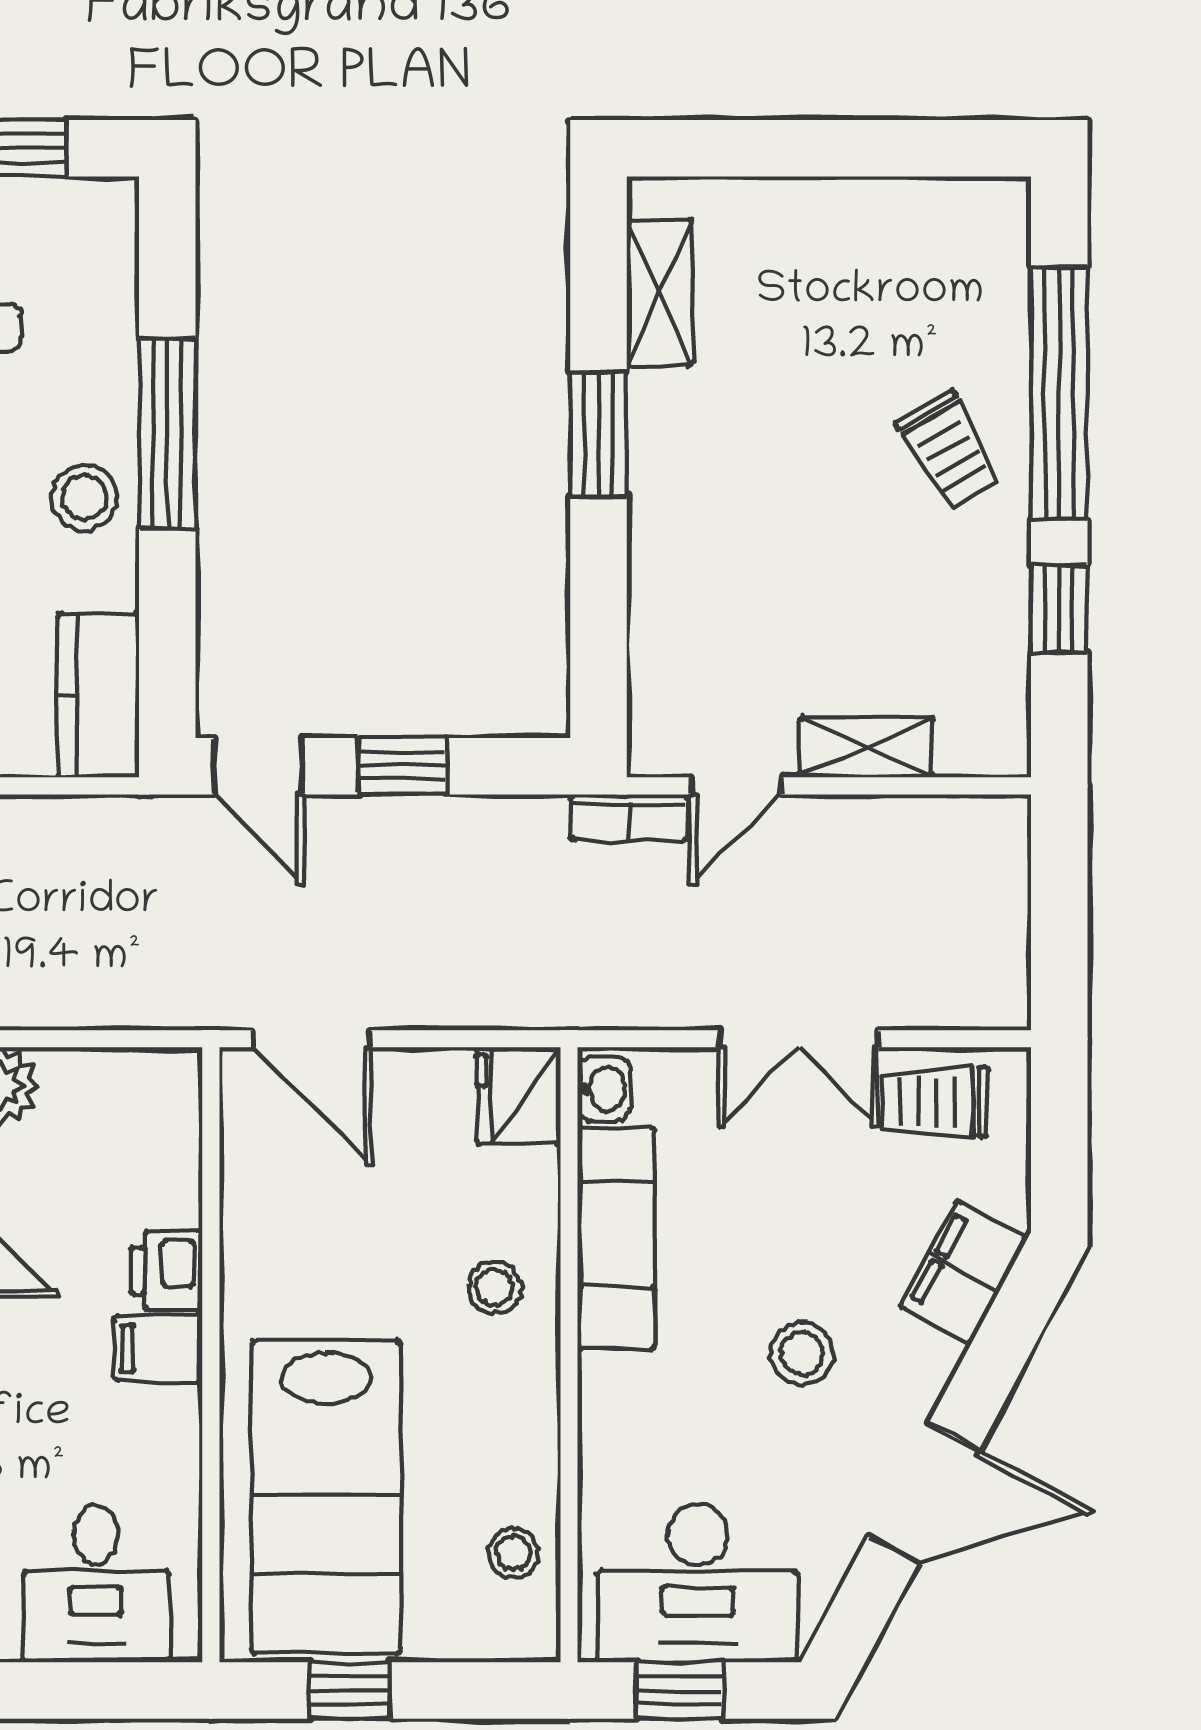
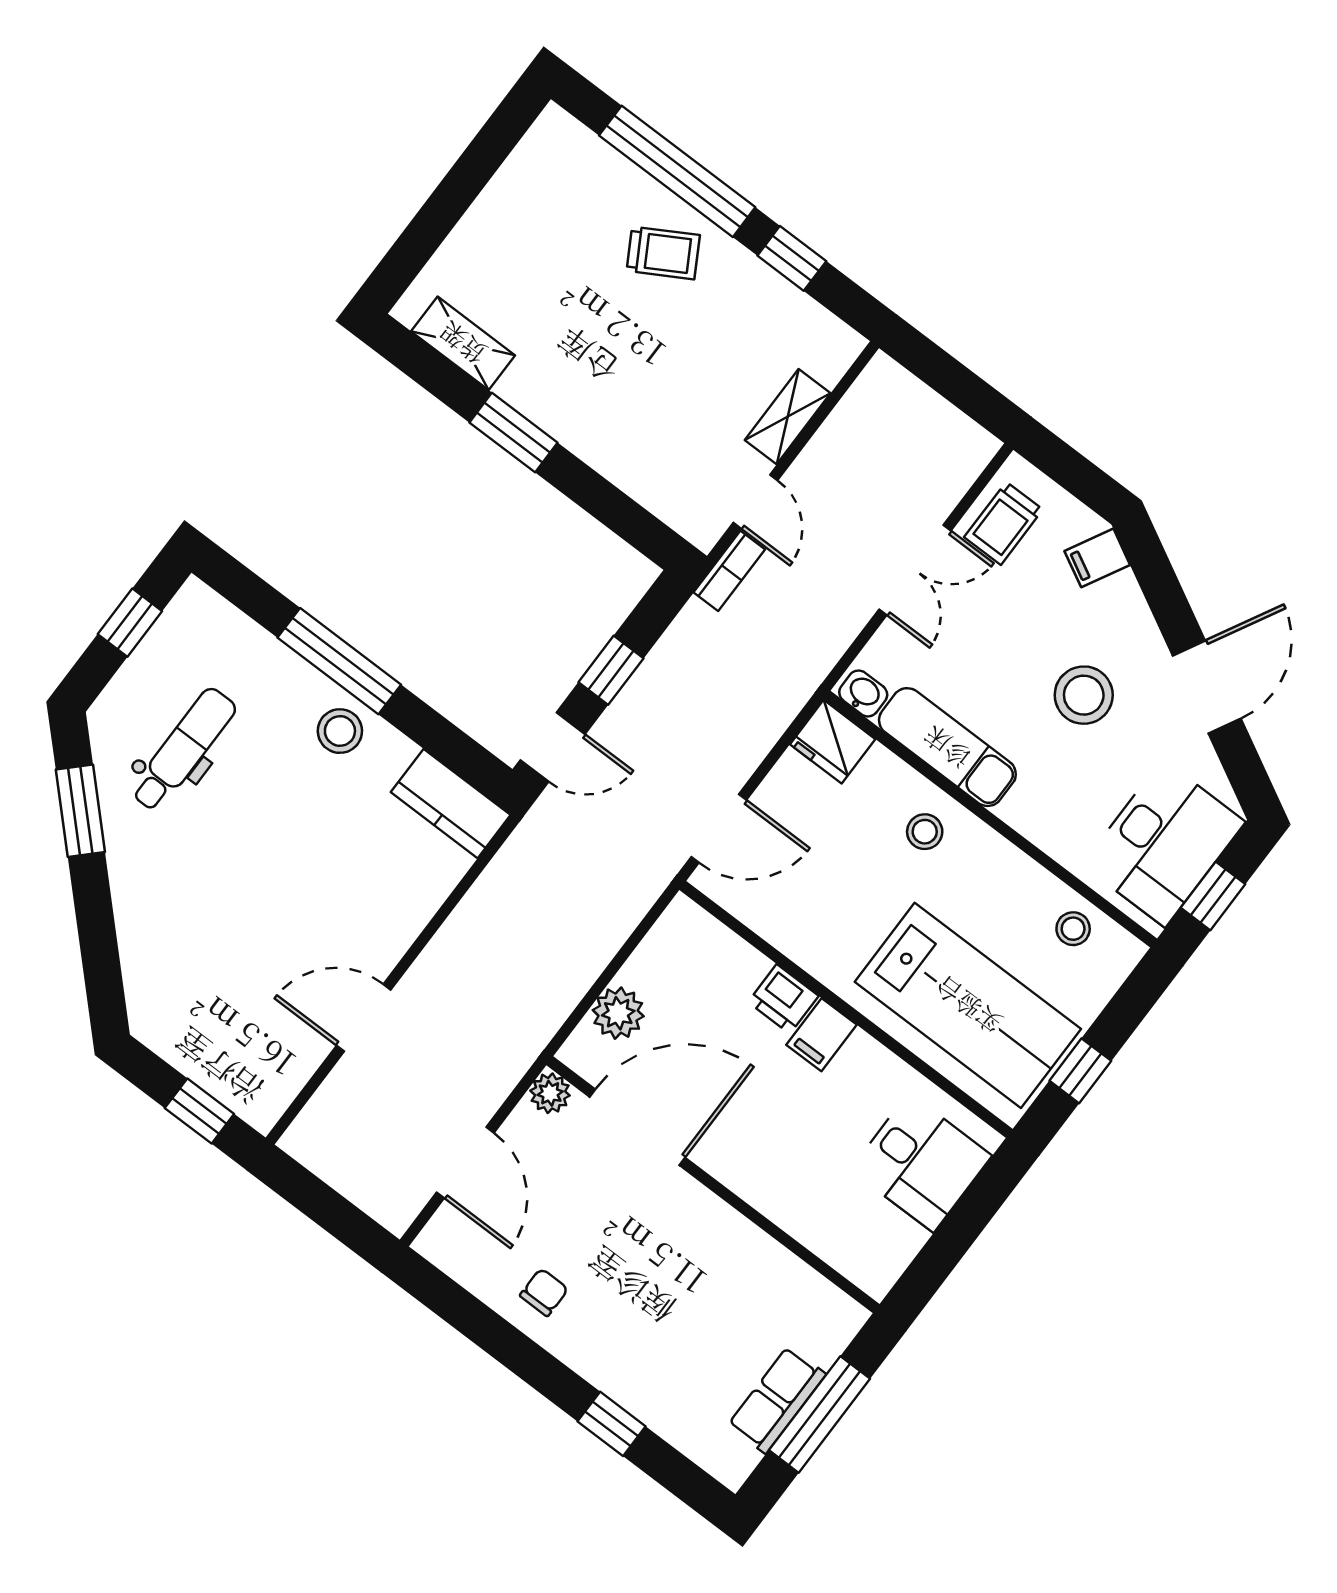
filing cabinet: (964, 1272) -> (1097, 558), width x0.50
stool: (802, 1354) -> (1084, 695), width x1.38, depth x1.38

